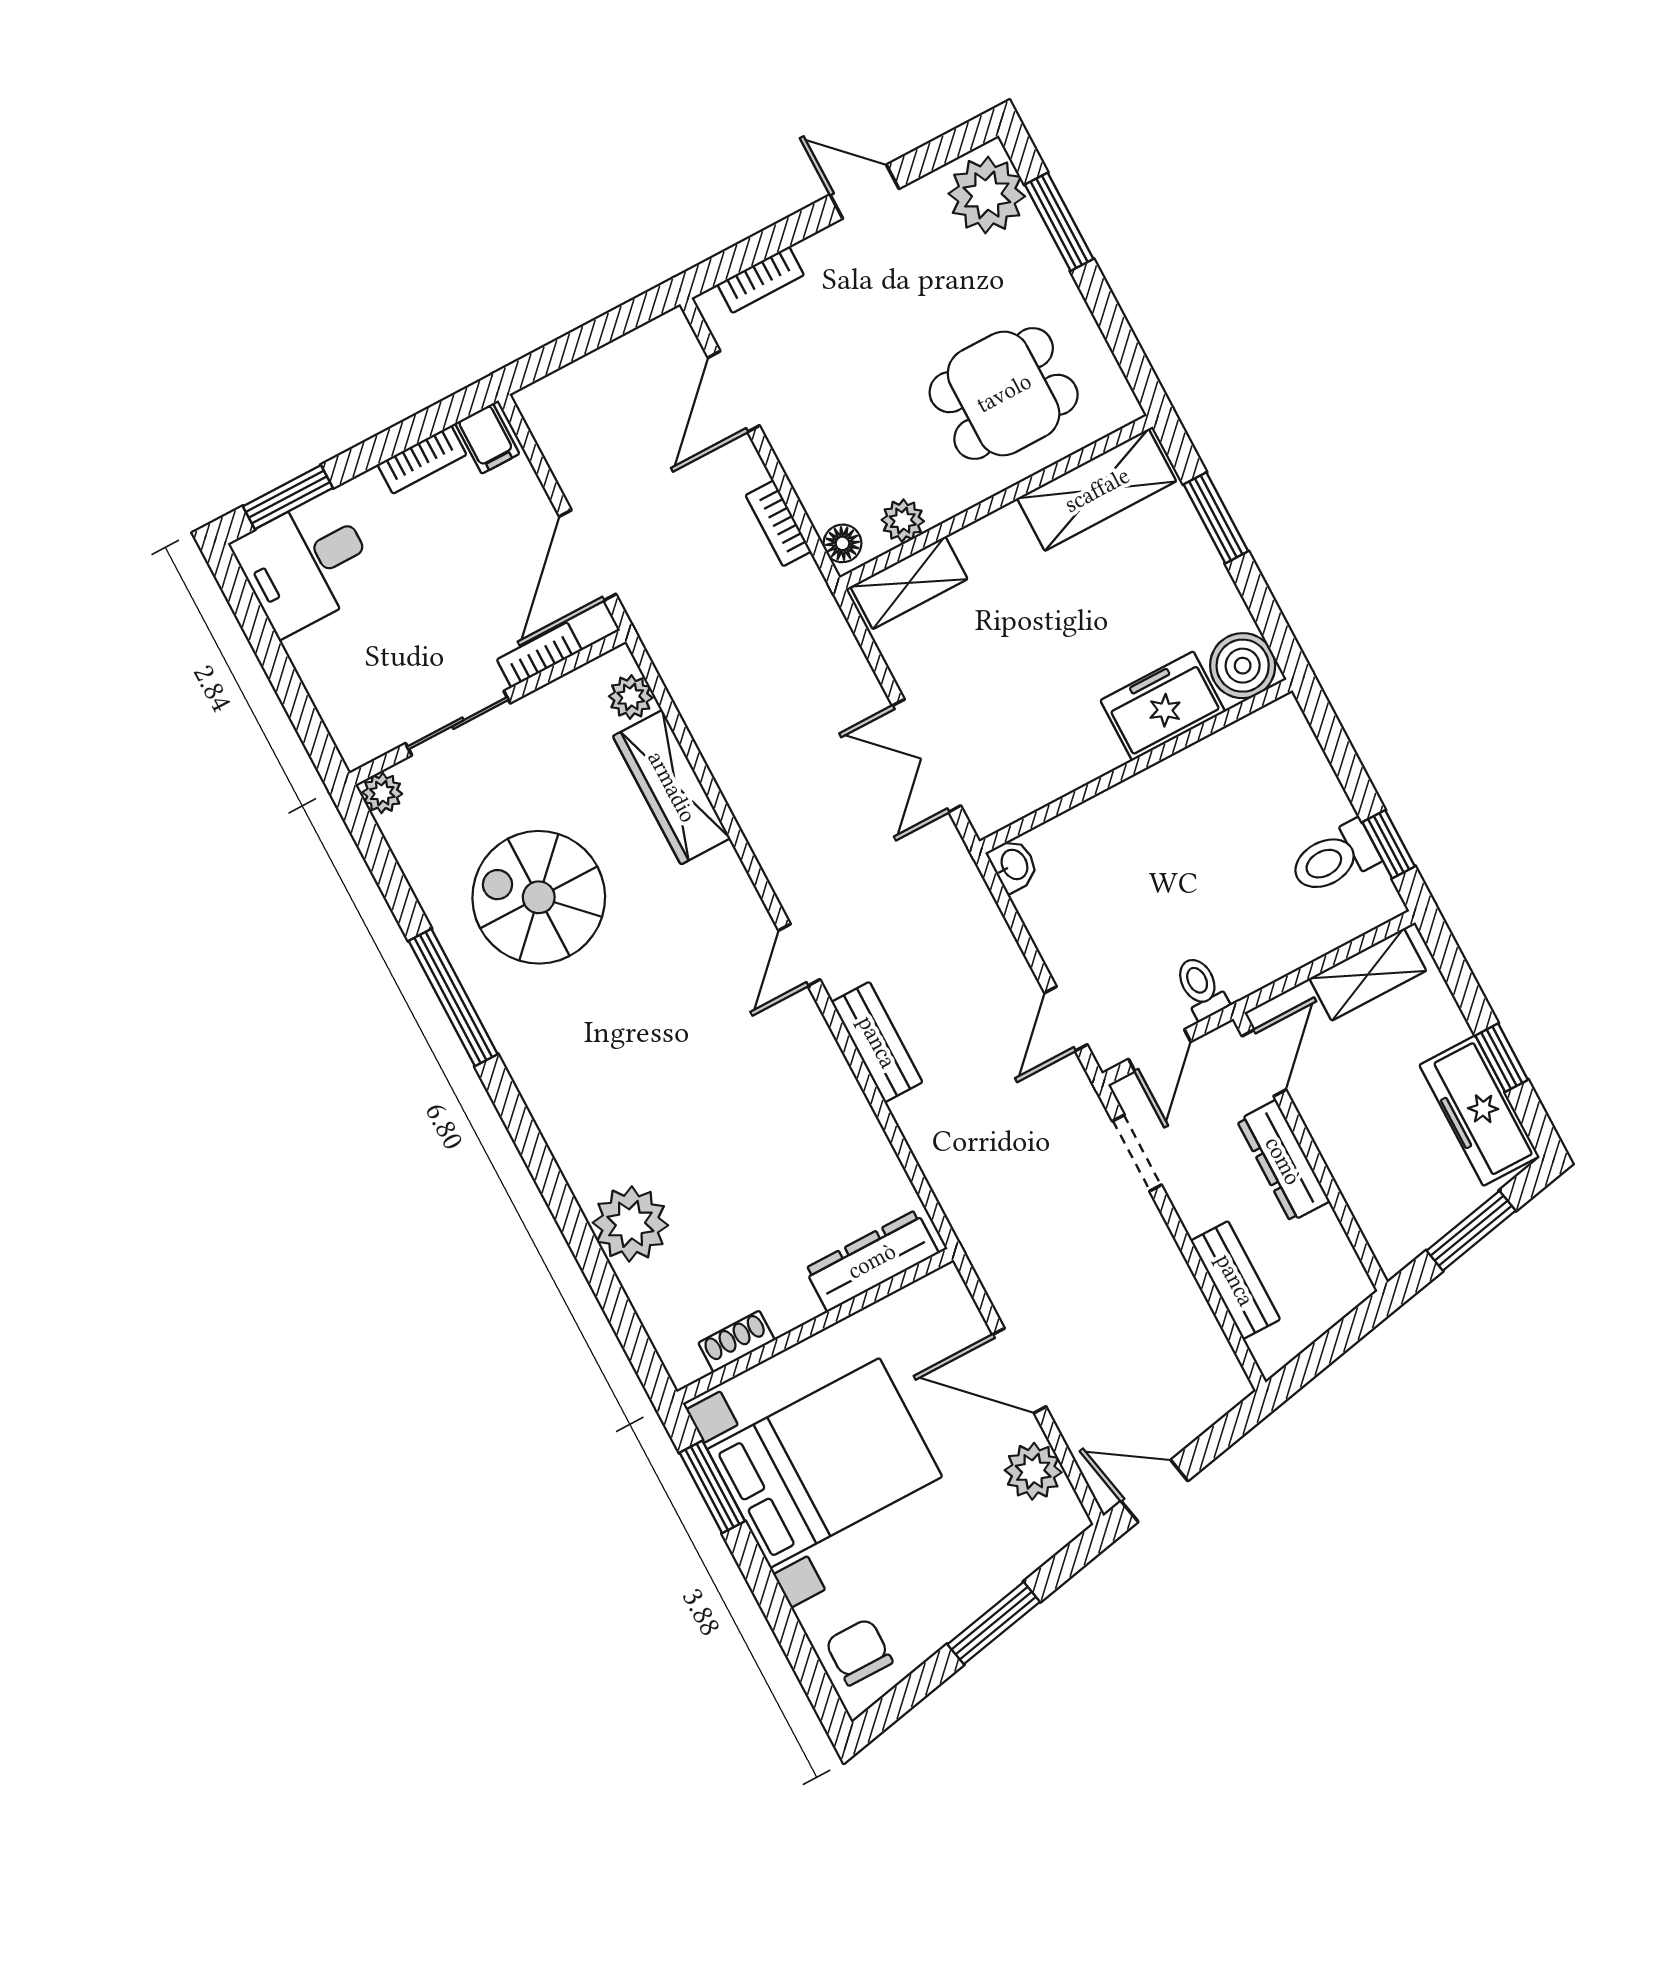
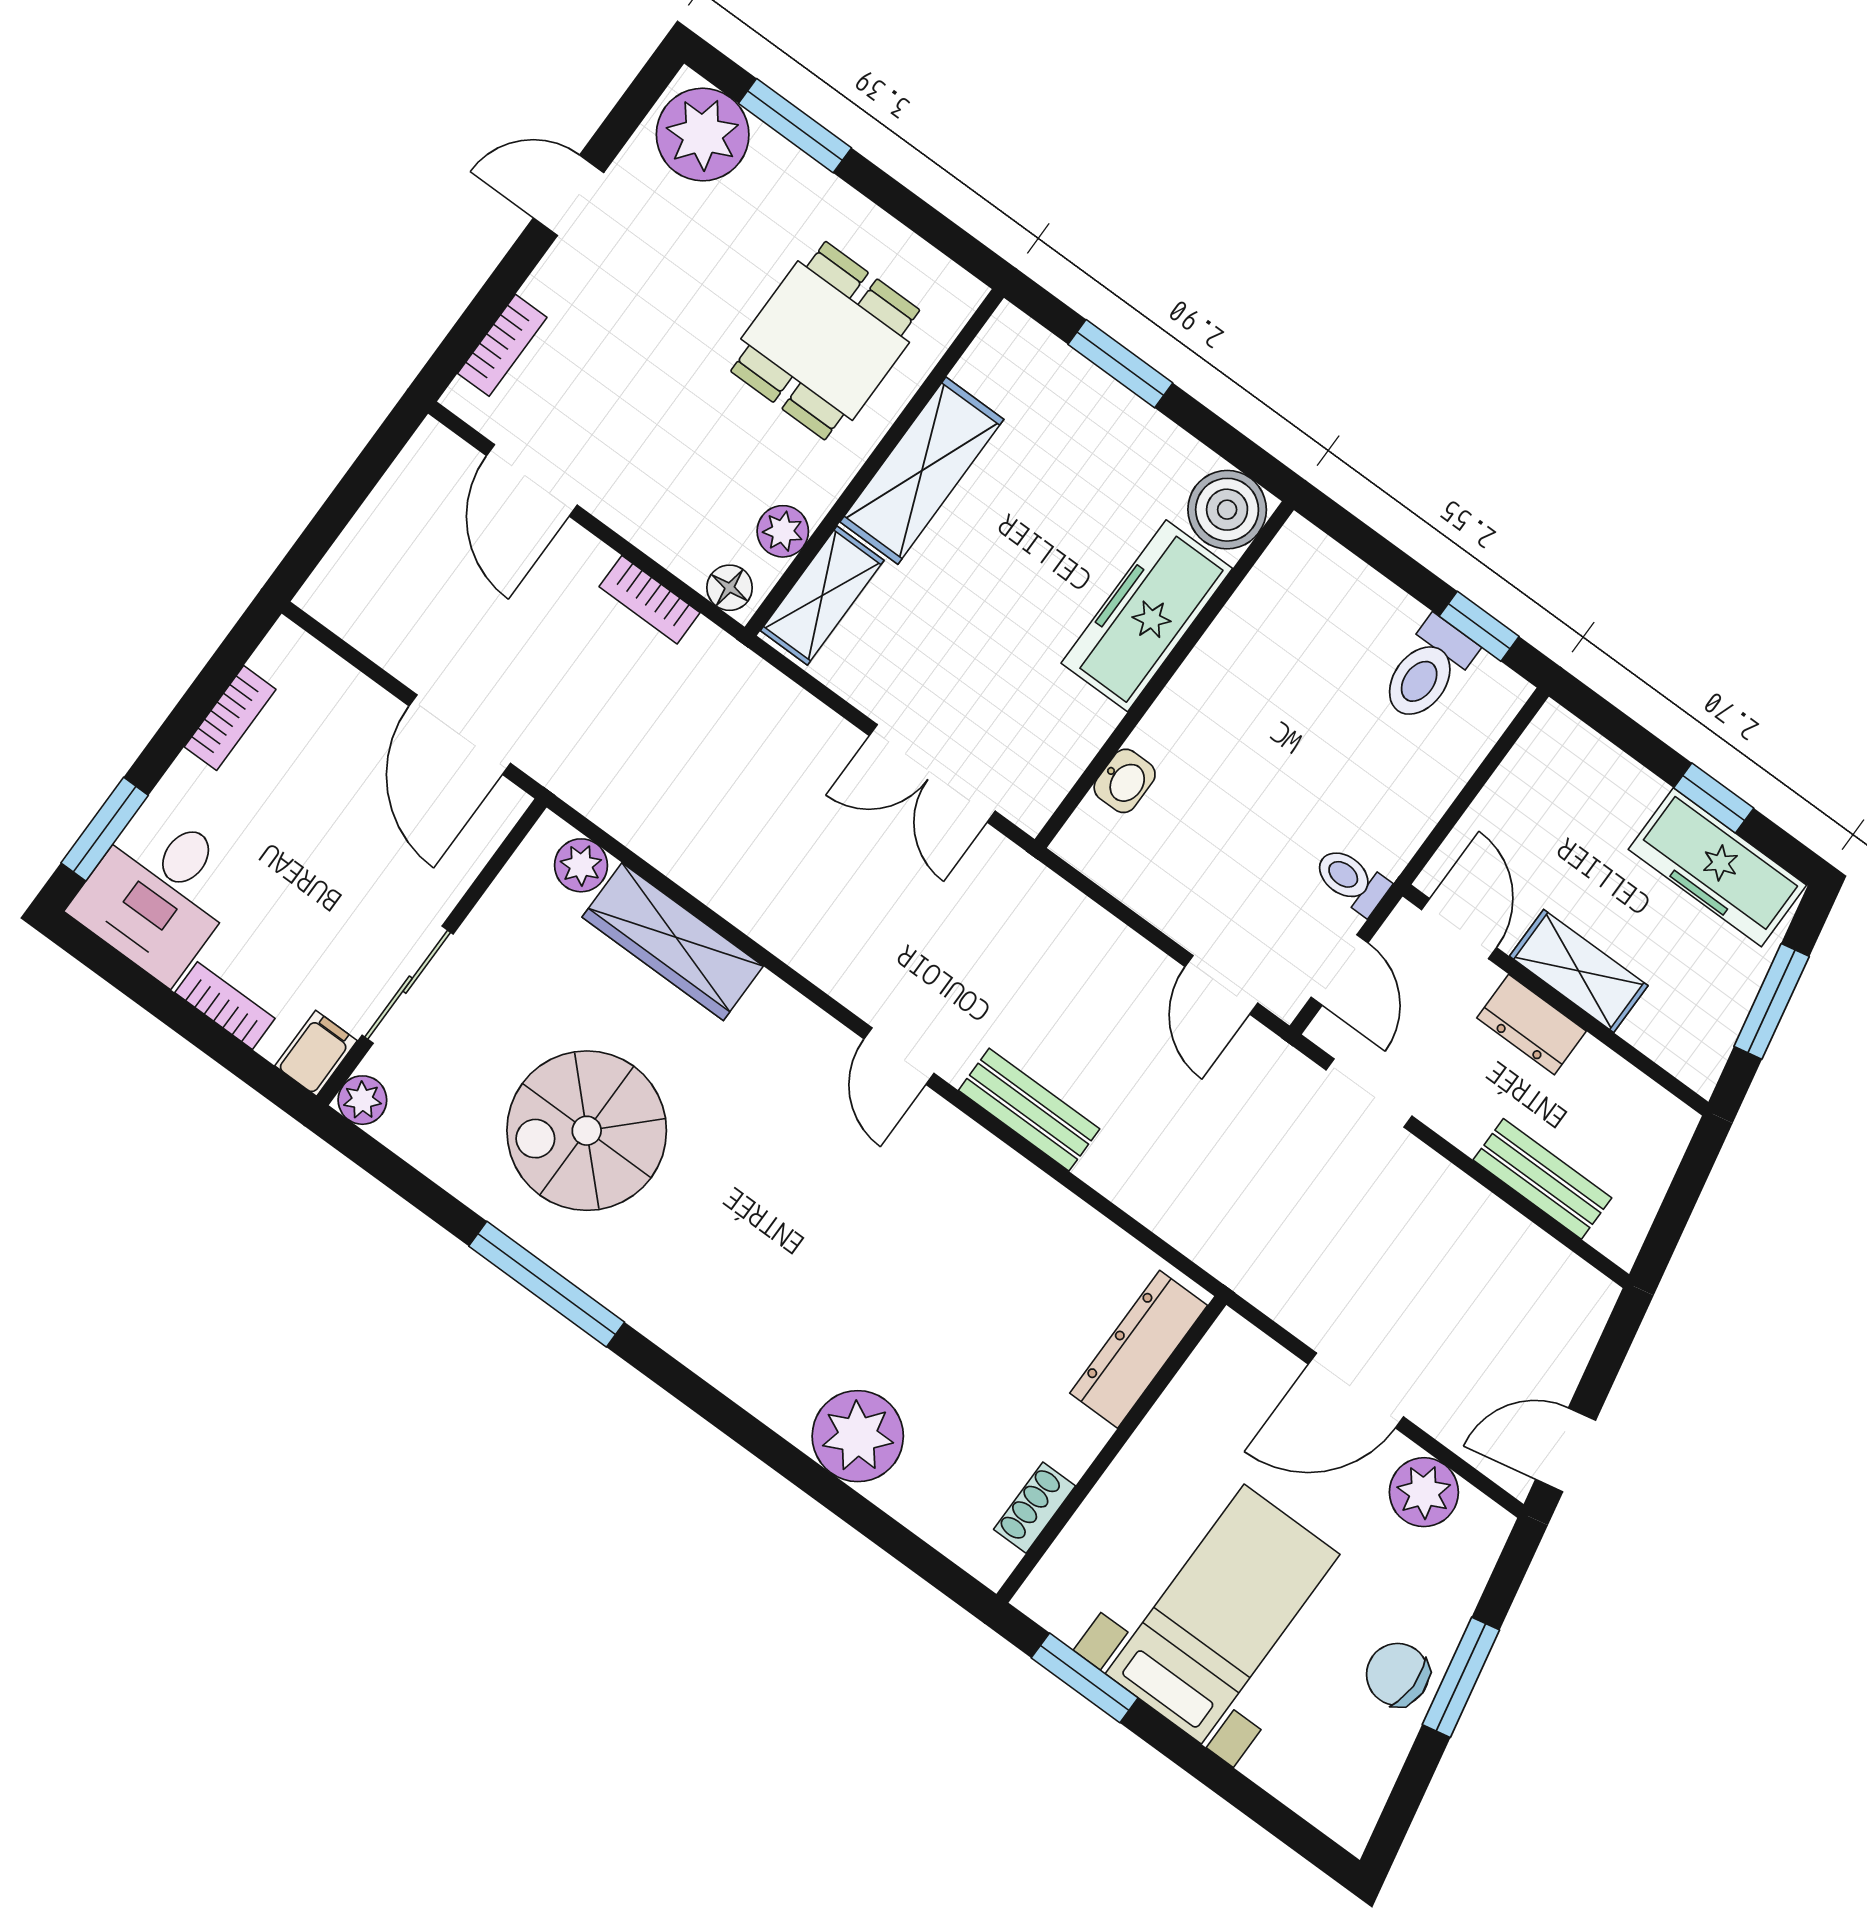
filing cabinet: (487, 439) -> (316, 1053), moved, turned -90
shelving: (1097, 490) -> (922, 471), moved
bookcase: (539, 655) -> (225, 1006), moved, turned 90
freezer: (1163, 706) -> (1147, 616), width x1.40
washbasin: (1013, 865) -> (1125, 781), moved, turned 90
shelving: (1368, 975) -> (1579, 971), moved, turned 90
dresser: (1283, 1161) -> (1532, 1025), width x0.70
bed with nightstands: (825, 1463) -> (1223, 1614), width x0.73
chair: (859, 1652) -> (1398, 1674), moved

